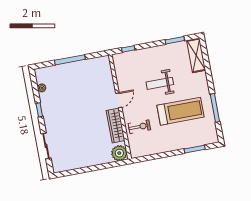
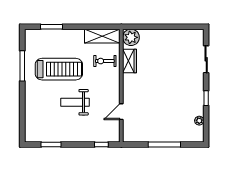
shelving: (196, 55) -> (102, 36), moved, turned 90
weight bench: (160, 83) -> (75, 102), turned 180
door: (119, 100) -> (121, 112), moved
treadmill: (180, 111) -> (59, 69), turned 180
wardrobe: (116, 125) -> (130, 61), width x0.67

